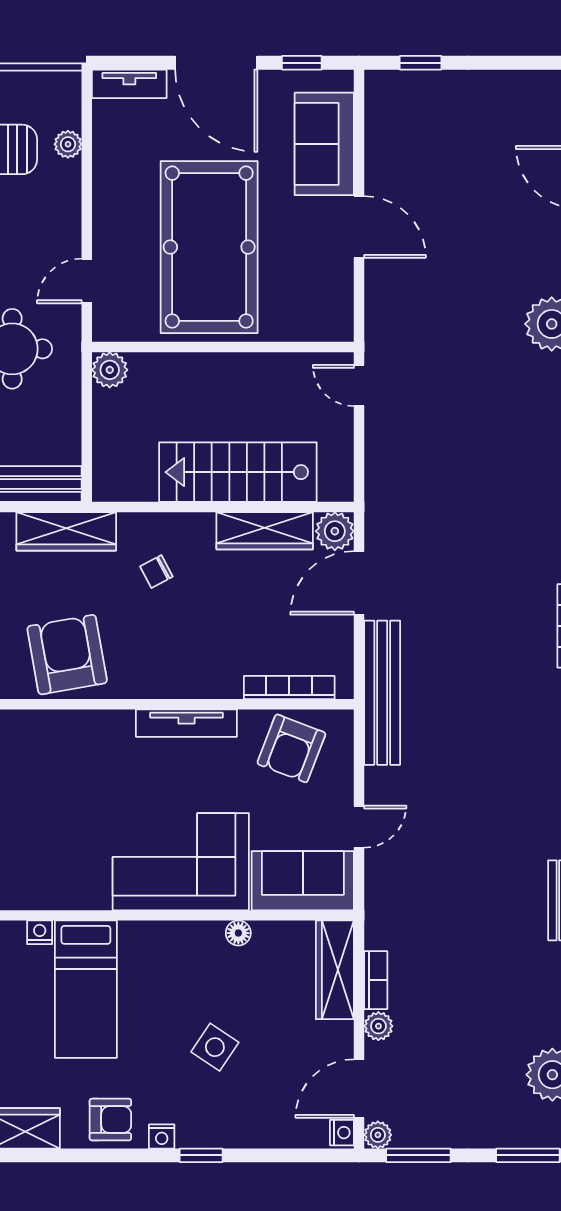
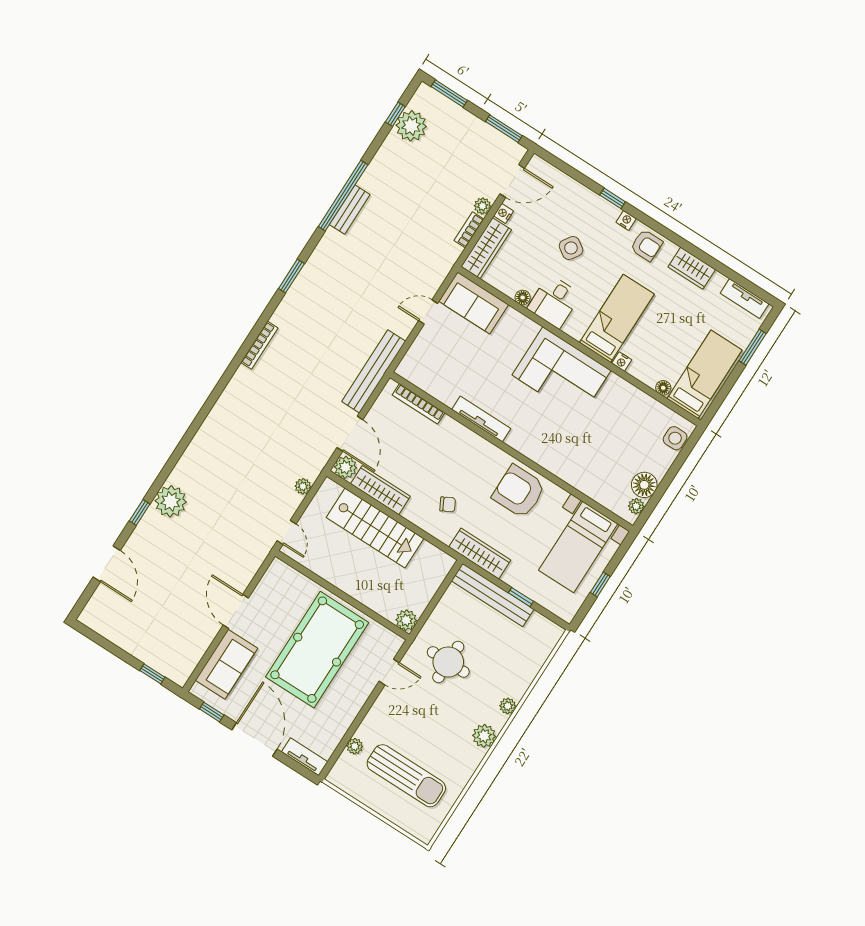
door: (359, 583) -> (350, 434), hinge flipped
armchair: (67, 655) -> (519, 492), turned 100
armchair: (291, 748) -> (437, 373), removed
corner sofa: (181, 862) -> (561, 373), moved
desk: (190, 956) -> (554, 301), added
armchair: (110, 1120) -> (646, 245), turned 180
nightstand: (342, 1133) -> (503, 213), moved
plant: (378, 1135) -> (303, 486), moved

